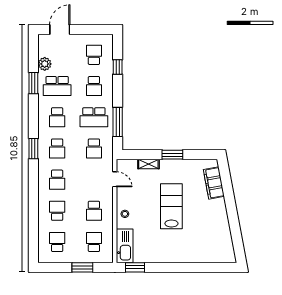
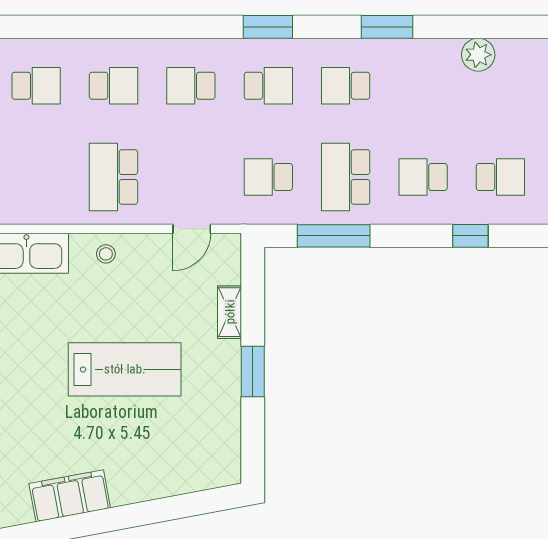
window: (33, 83) -> (387, 27), moved
school desk: (57, 86) -> (423, 86), removed
school desk: (57, 148) -> (268, 86), turned 180
filing cabinet: (214, 183) -> (70, 496), moved
school desk: (94, 211) -> (114, 177), width x1.85
school desk: (94, 242) -> (36, 177), removed

